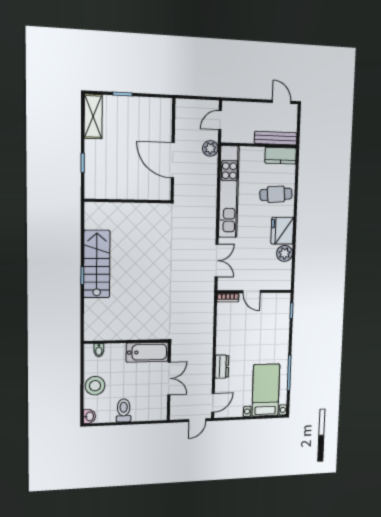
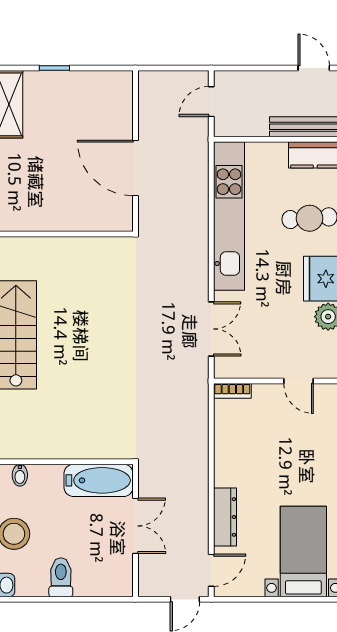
plant: (210, 148) -> (196, 147), removed
door: (252, 292) -> (299, 381), moved
dresser: (222, 367) -> (225, 517), width x1.44

